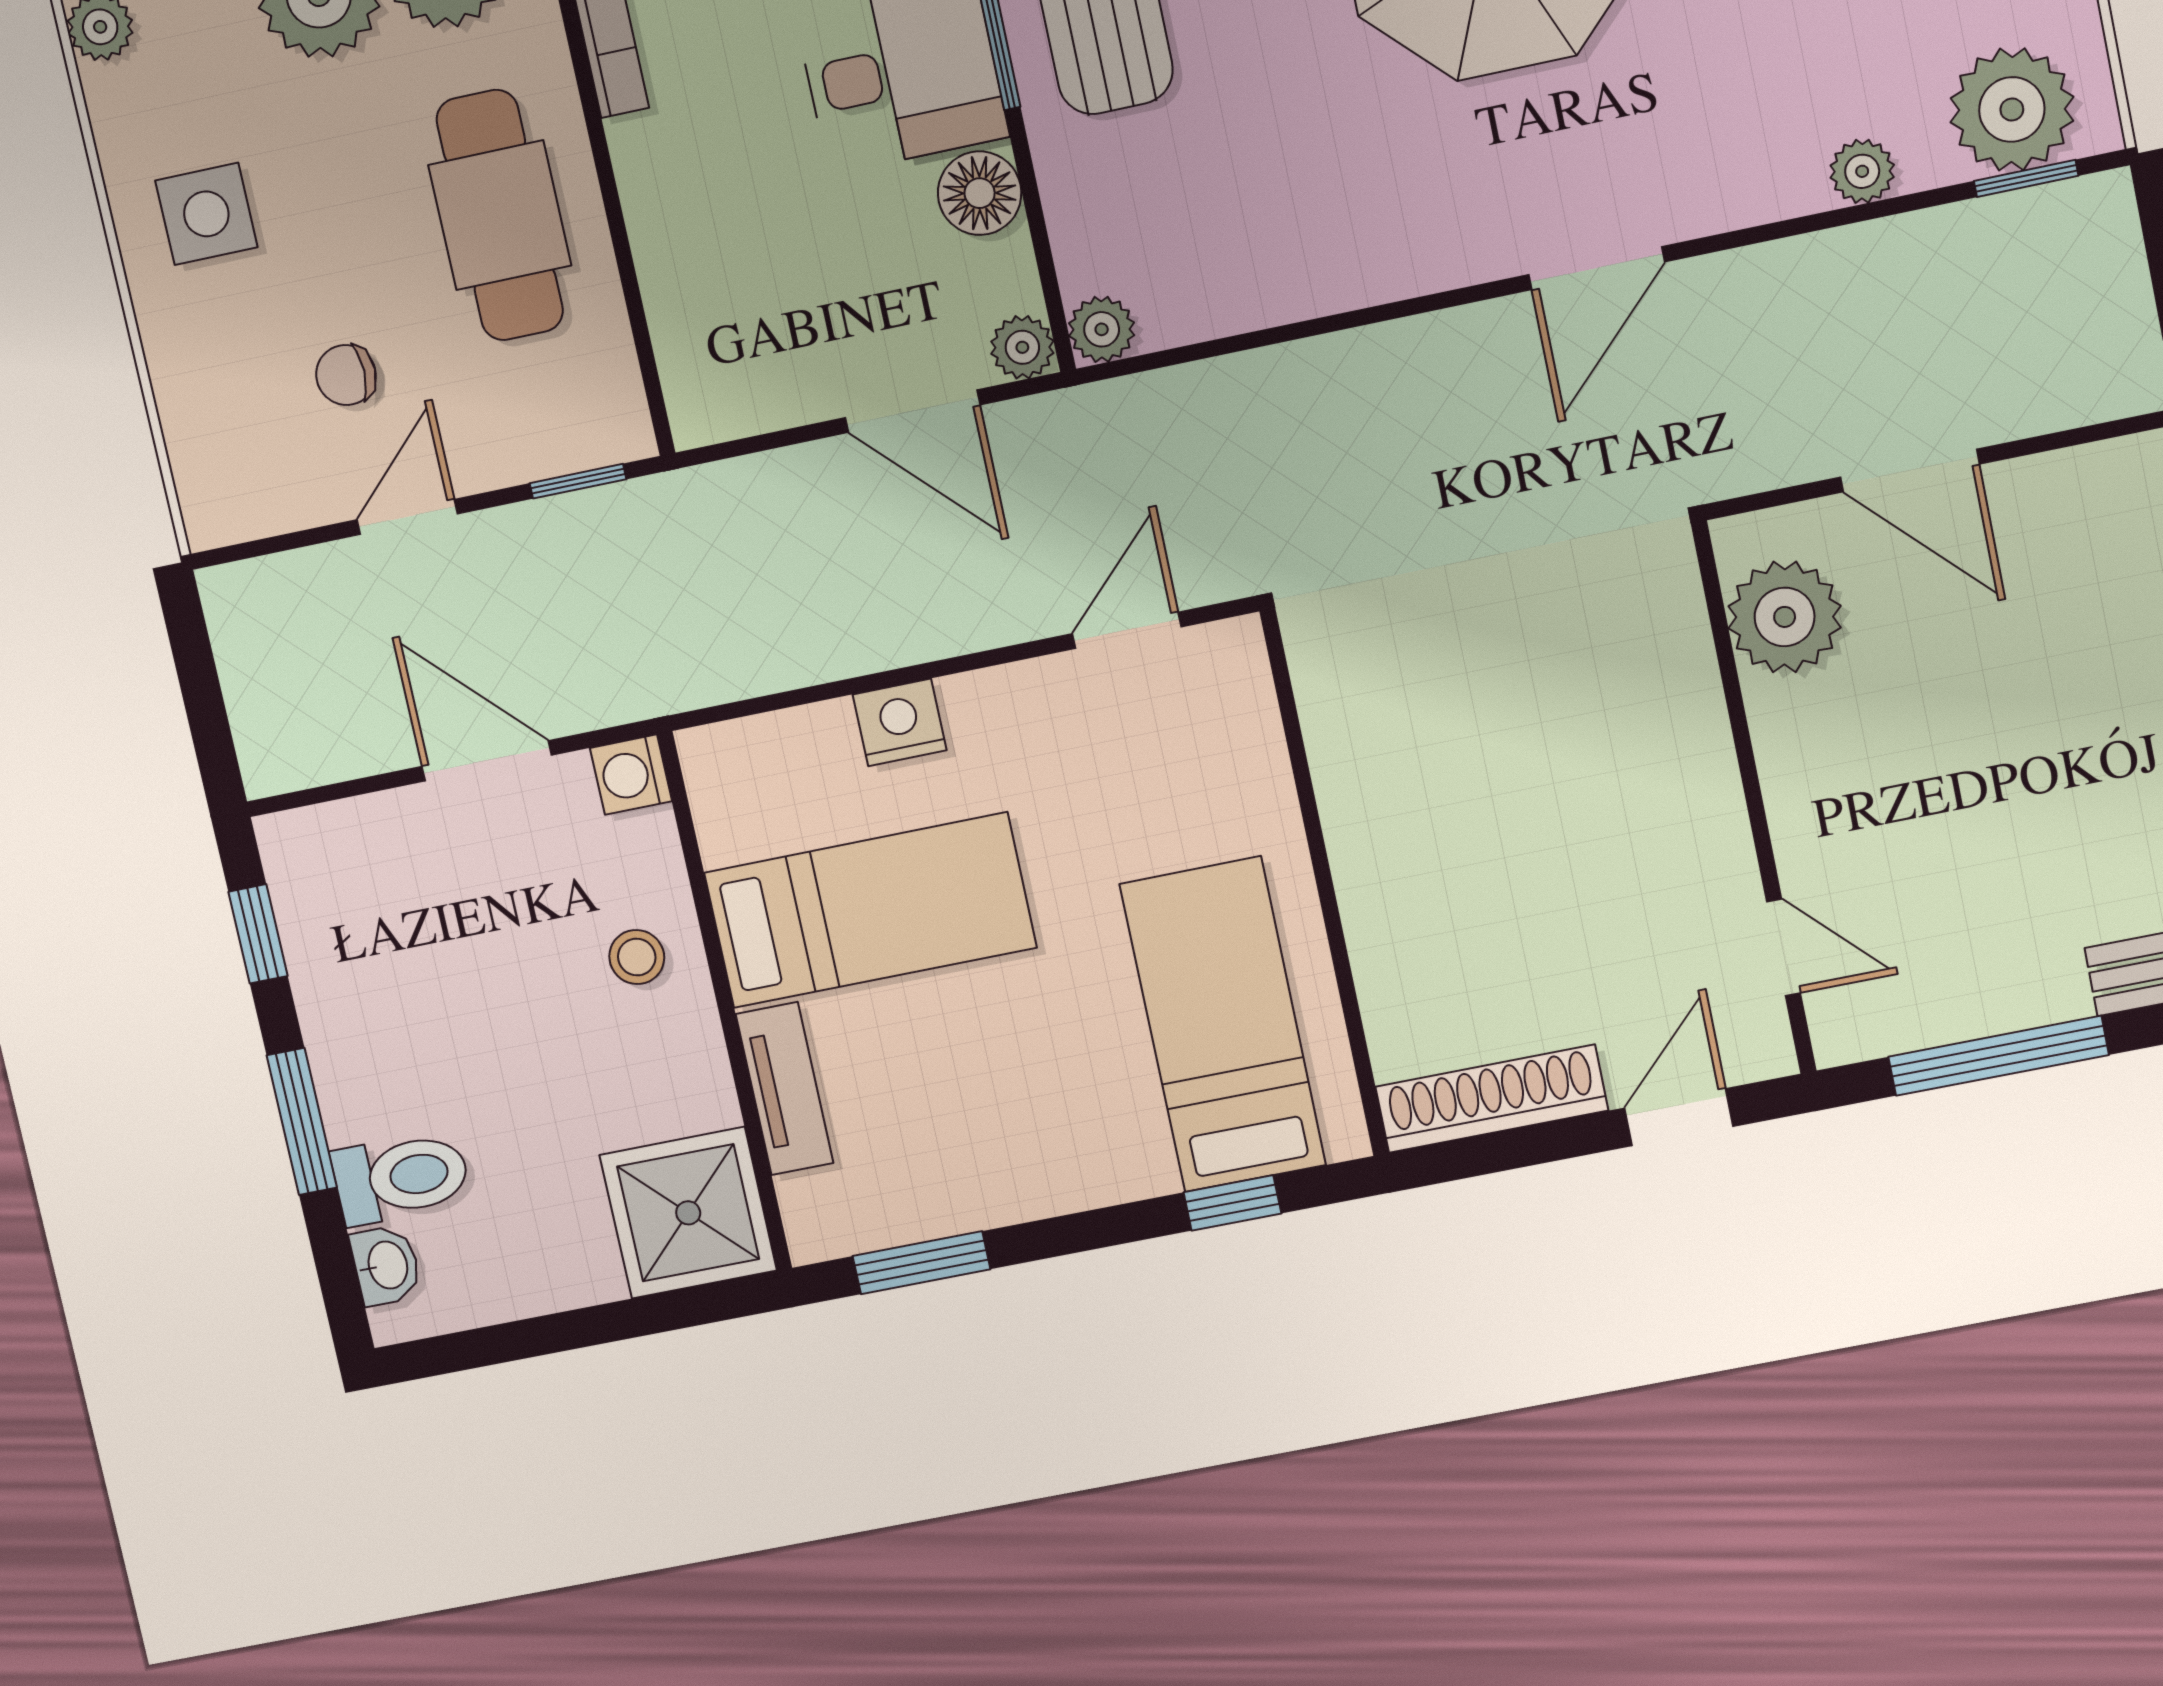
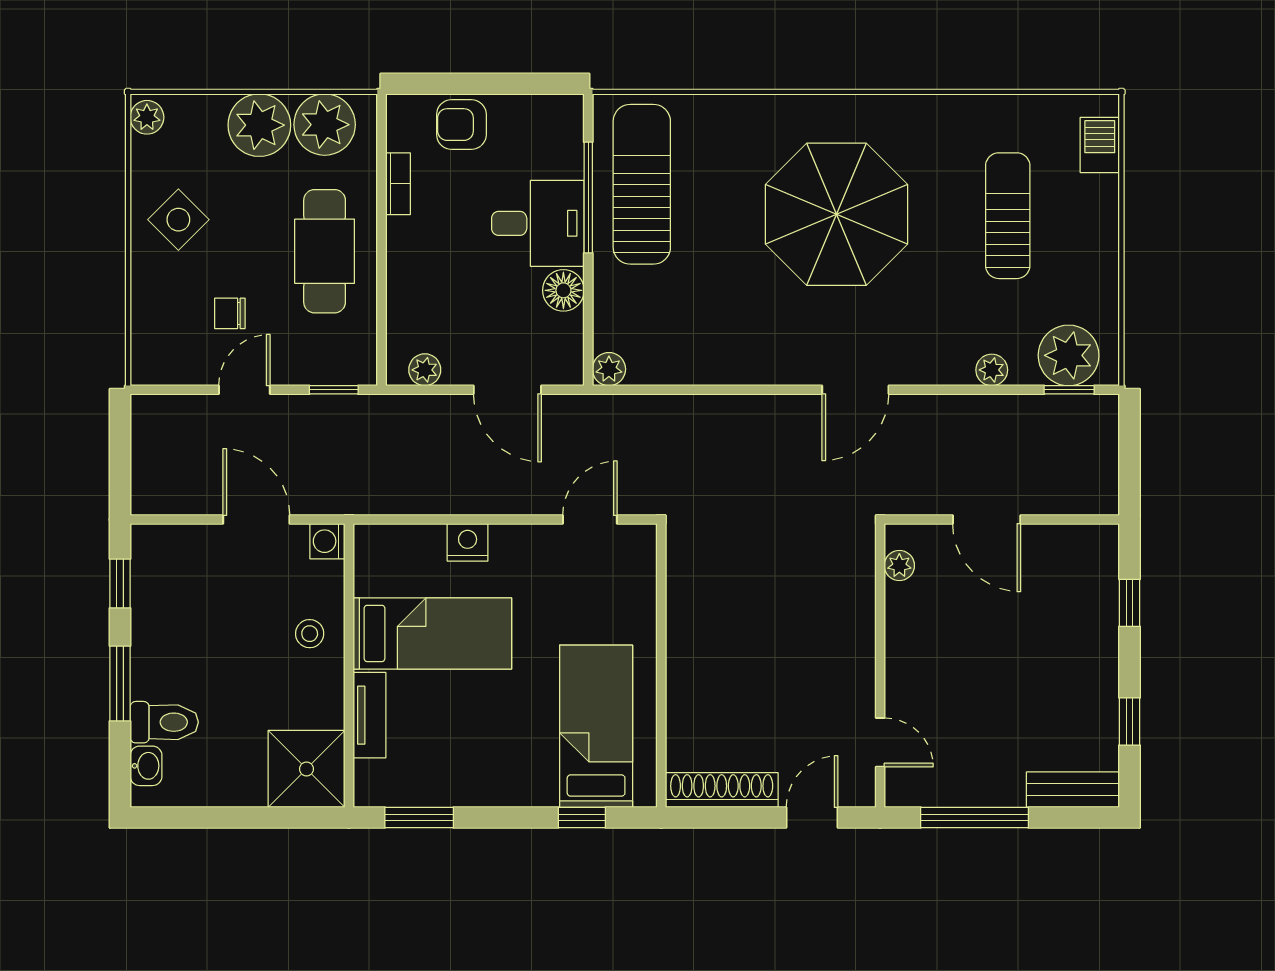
side table: (206, 214) -> (178, 220), turned 45
plant: (1022, 347) -> (425, 370), moved
plant: (1785, 617) -> (899, 566), width x0.53, depth x0.53

